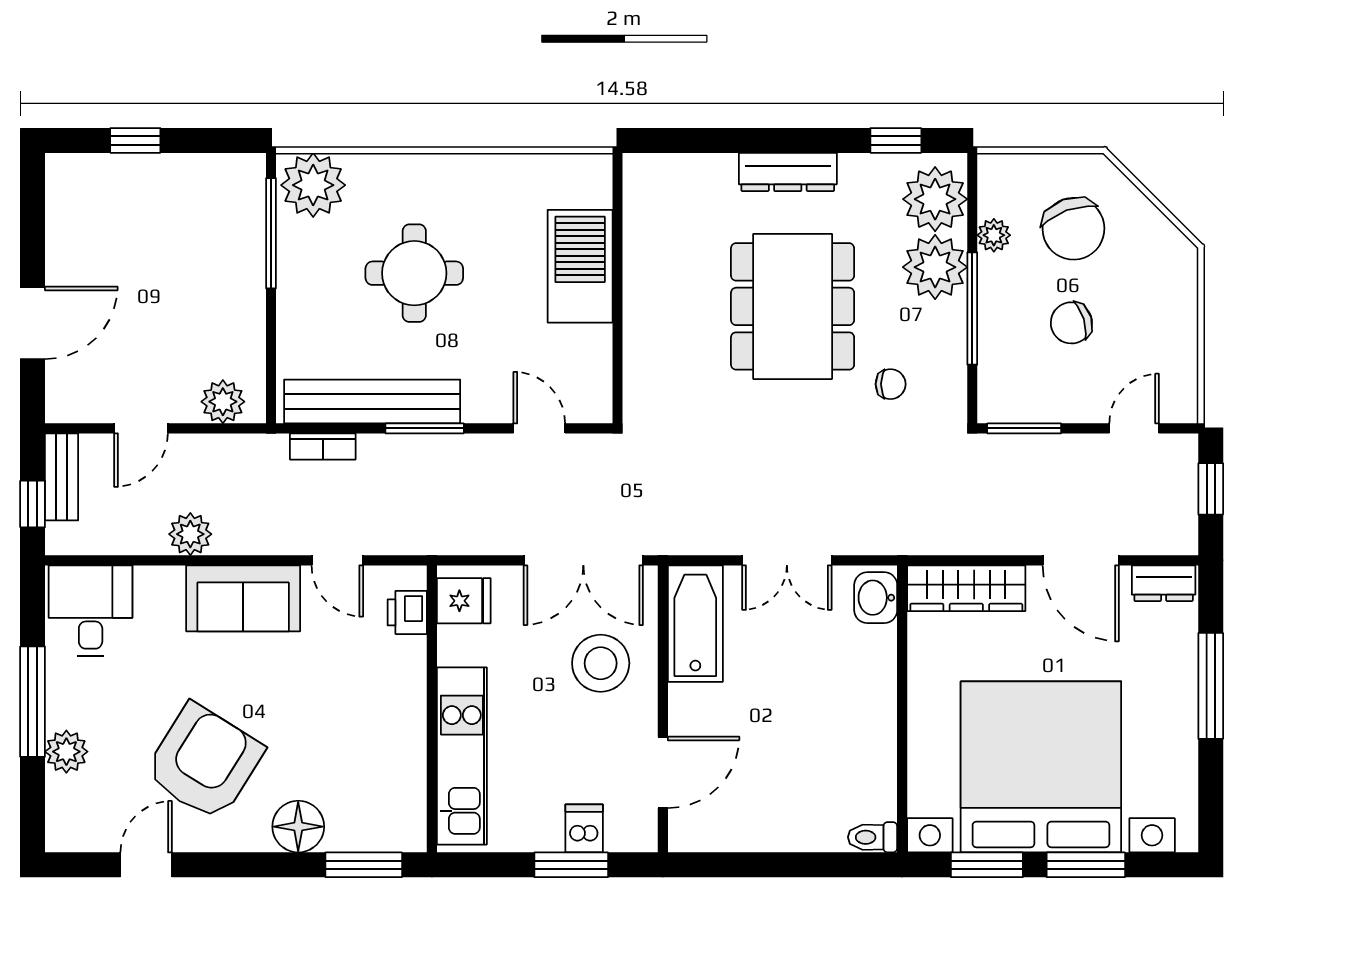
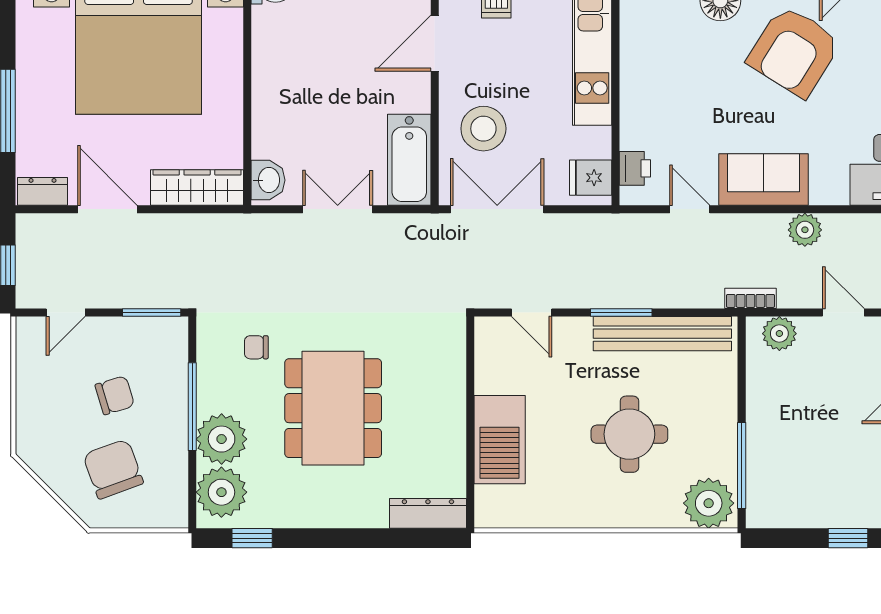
dresser: (788, 172) -> (428, 513), moved
plant: (994, 235) -> (175, 464), removed
door: (141, 428) -> (843, 313), hinge flipped
bookcase: (323, 446) -> (751, 298), moved

